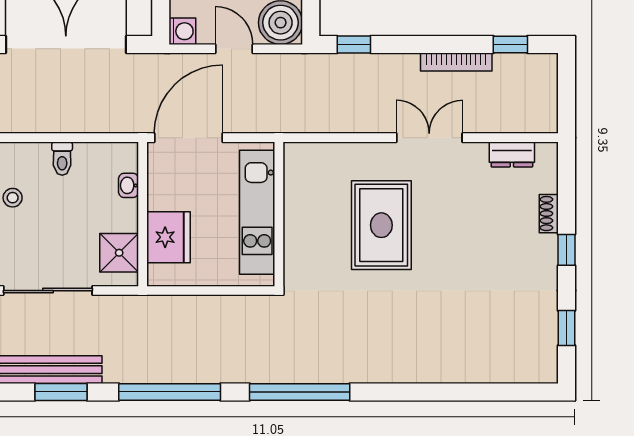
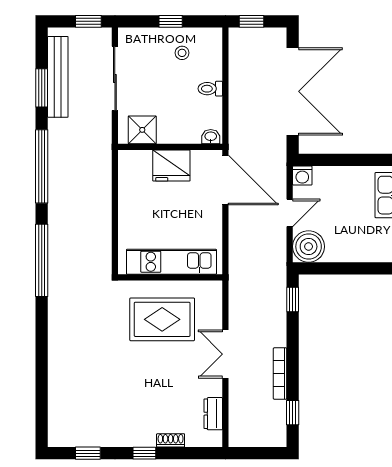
double door: (429, 138) -> (225, 354), swing flipped
washbasin: (129, 185) -> (211, 137), moved
kitchen unit: (257, 212) -> (171, 262), moved
wall: (279, 214) -> (170, 277), moved
fridge: (169, 237) -> (171, 166), moved

